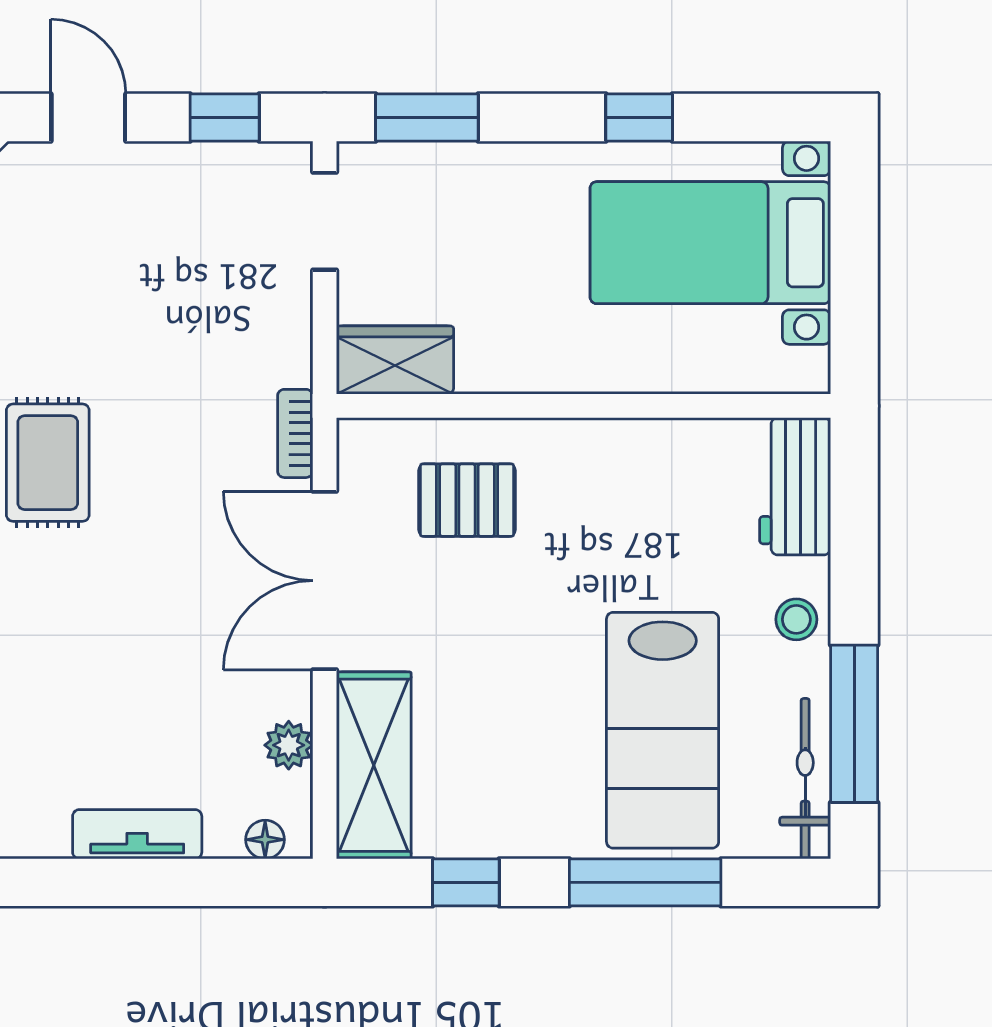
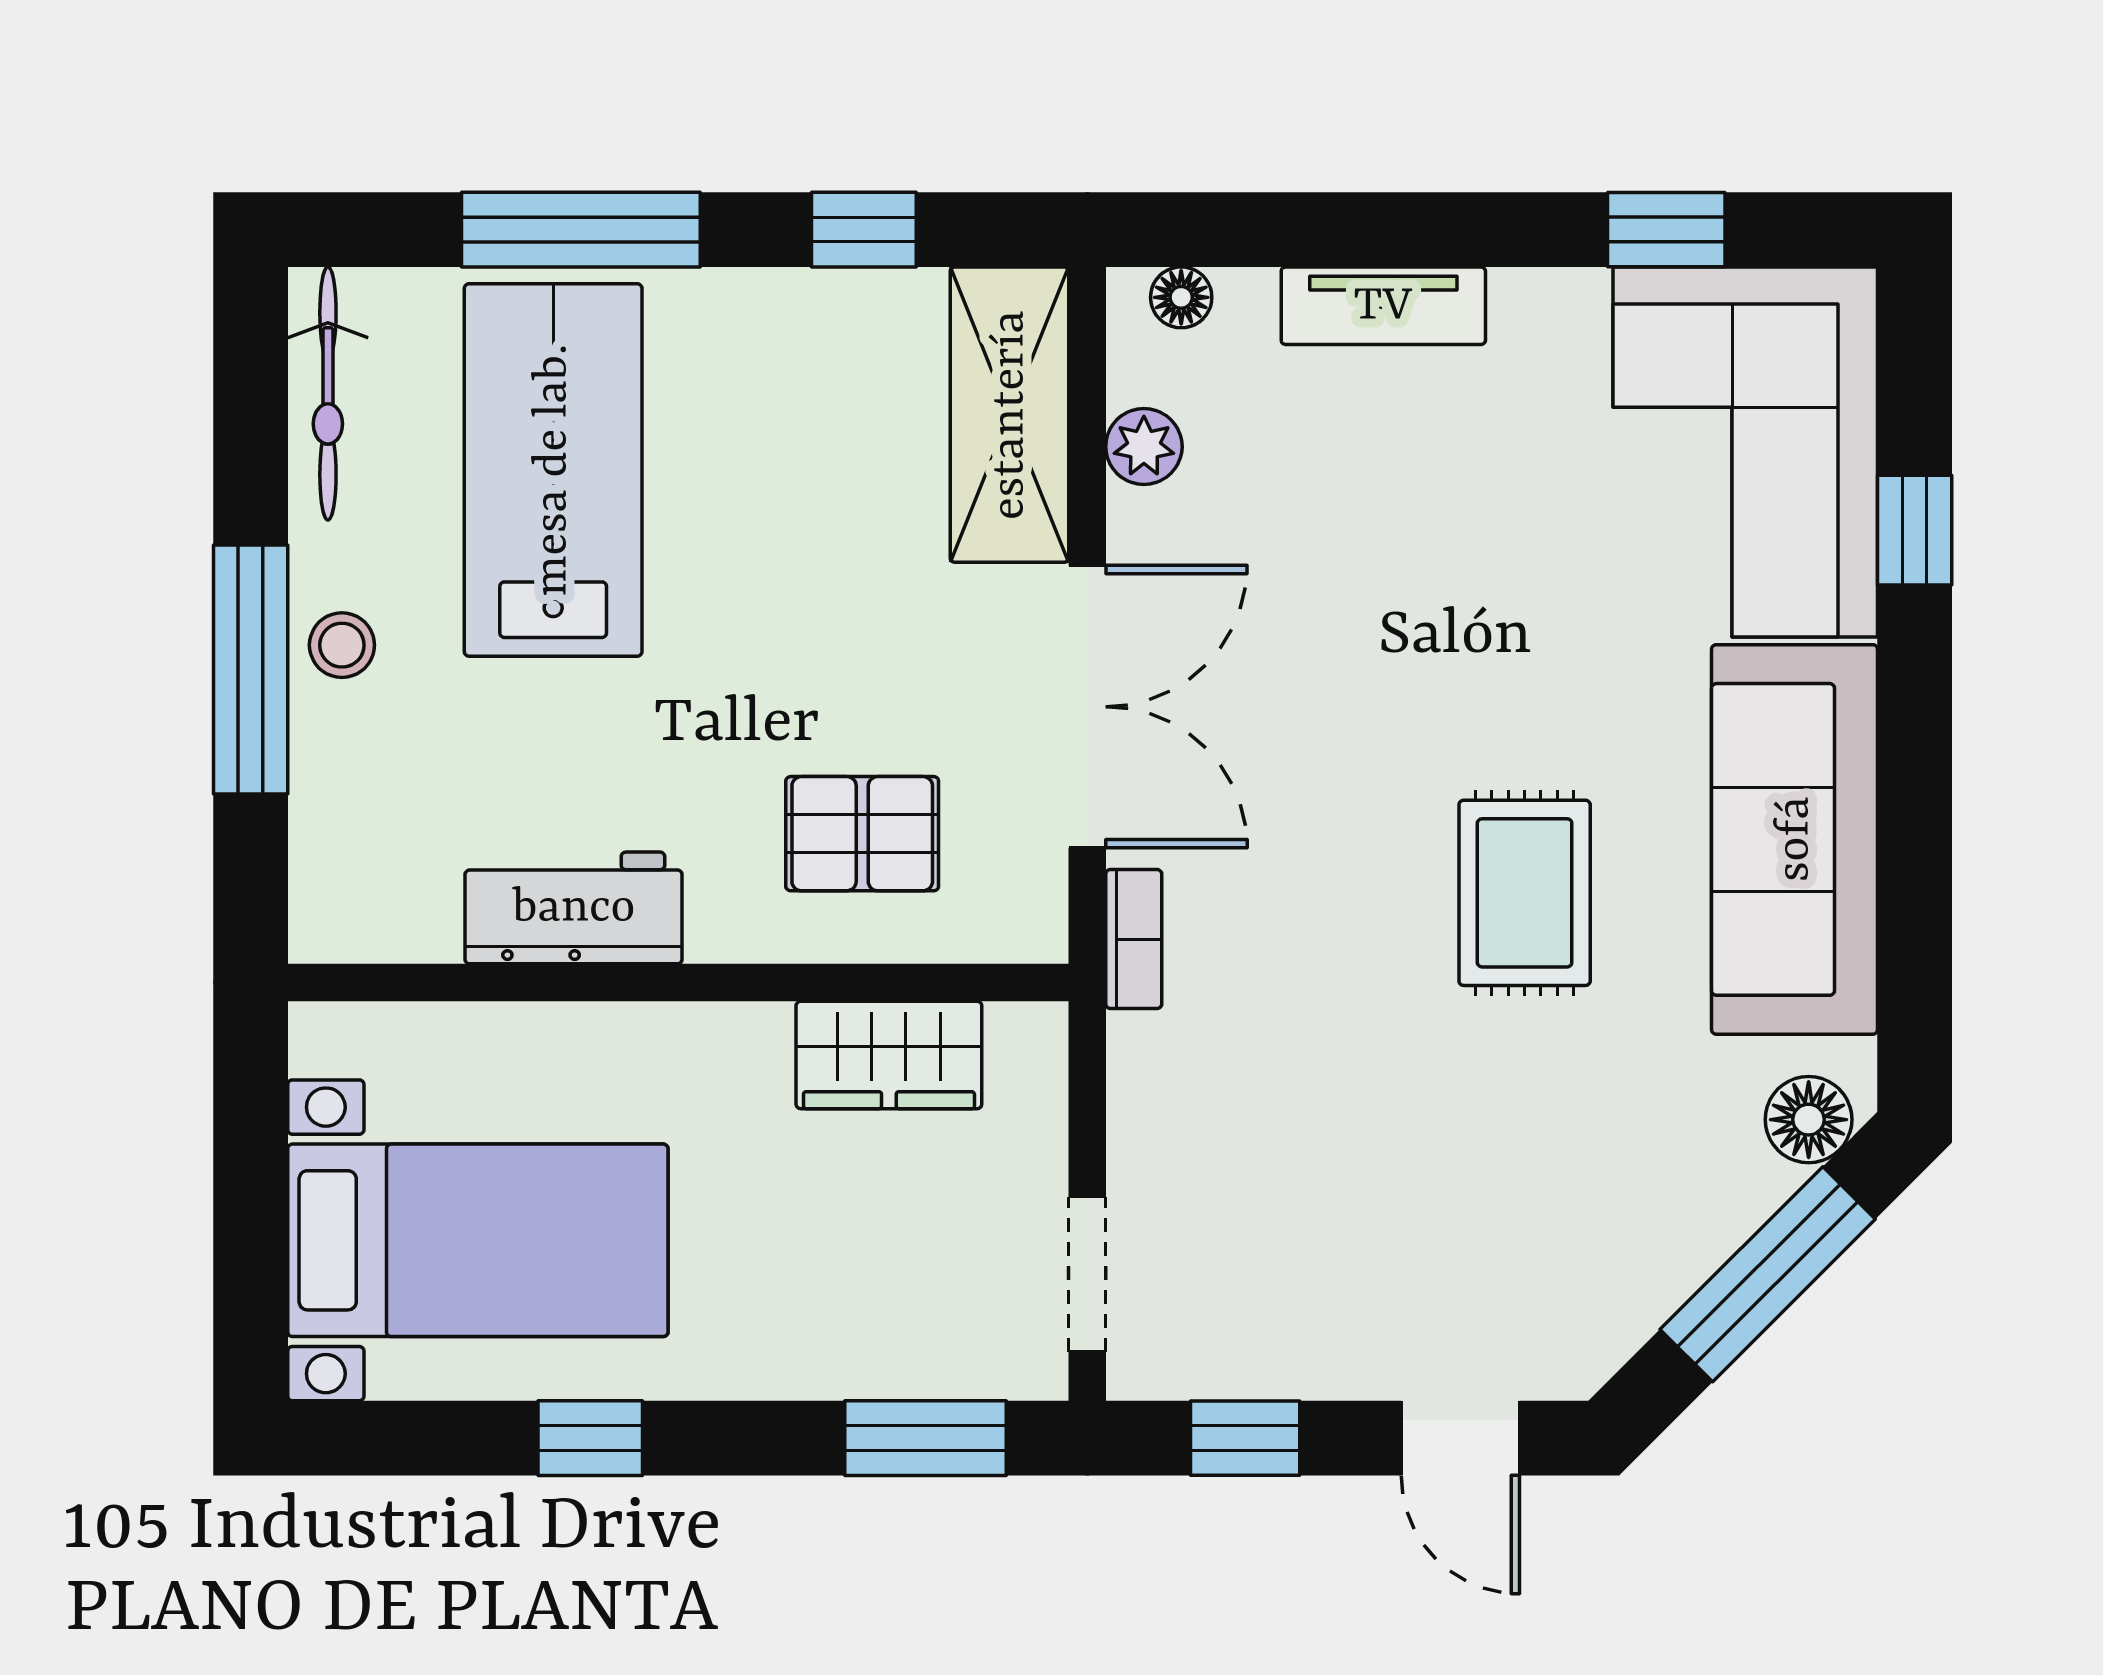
wardrobe: (395, 360) -> (889, 1055), moved
workbench: (795, 486) -> (574, 908), moved, turned -90
window: (854, 724) -> (251, 670), moved

